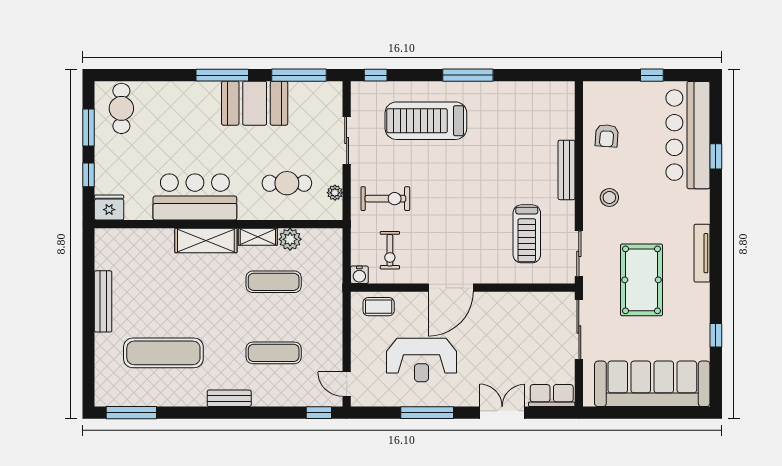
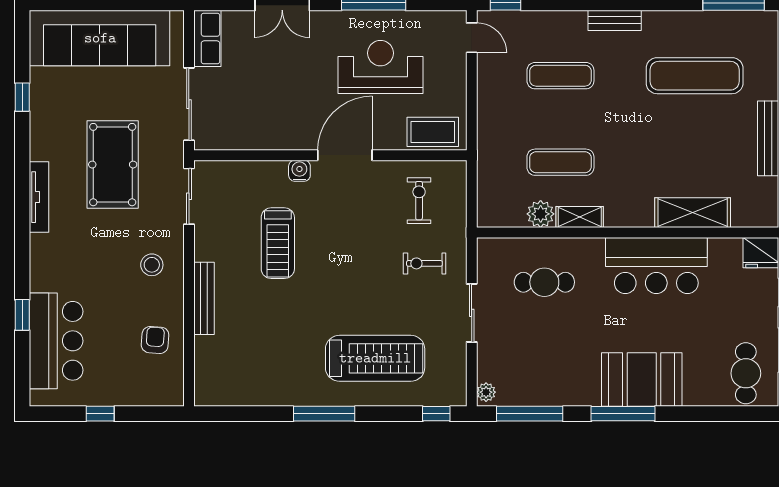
booth: (255, 103) -> (642, 380), moved
bar counter: (688, 135) -> (56, 341), width x0.73
sliding door: (347, 140) -> (472, 313), moved
plant: (335, 193) -> (486, 392), moved
exercise bike: (385, 199) -> (424, 263), width x0.73, depth x0.72
treadmill: (527, 234) -> (278, 243), moved, turned 180
shelving: (206, 240) -> (693, 213), moved
water cooler: (359, 275) -> (299, 171), moved
coffee table: (379, 307) -> (433, 132), width x1.36, depth x1.30
row of seats: (552, 396) -> (207, 39), moved, turned -90

